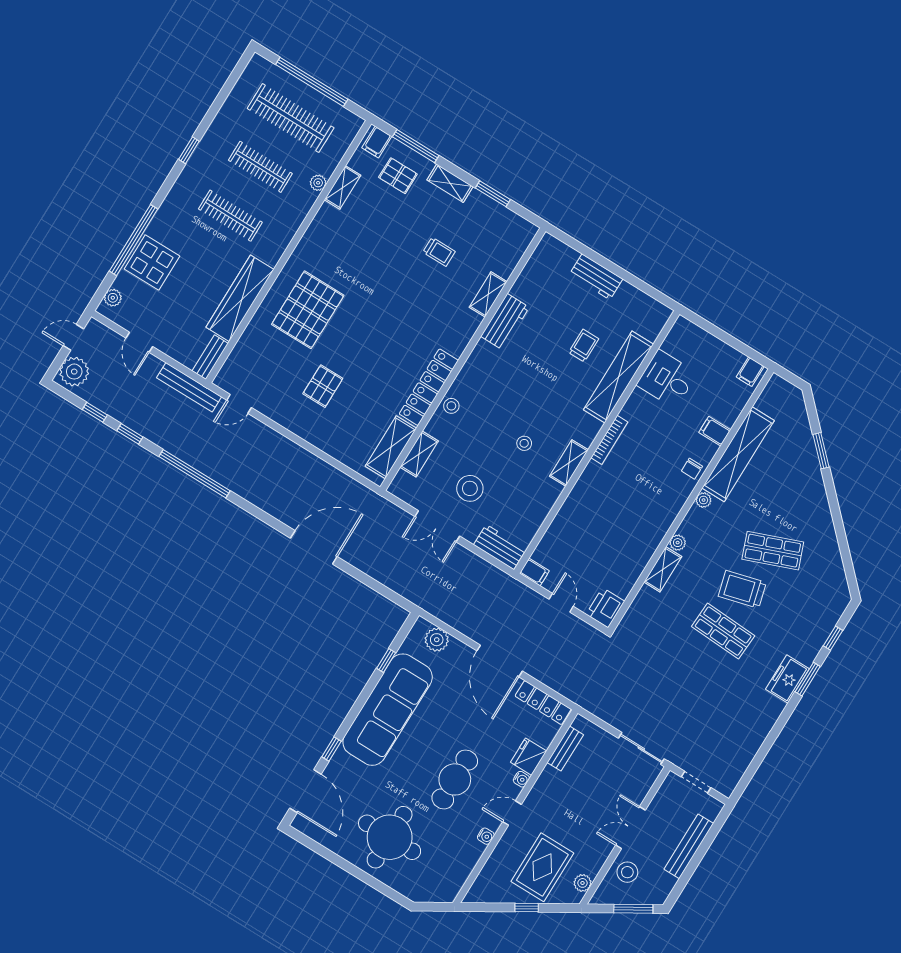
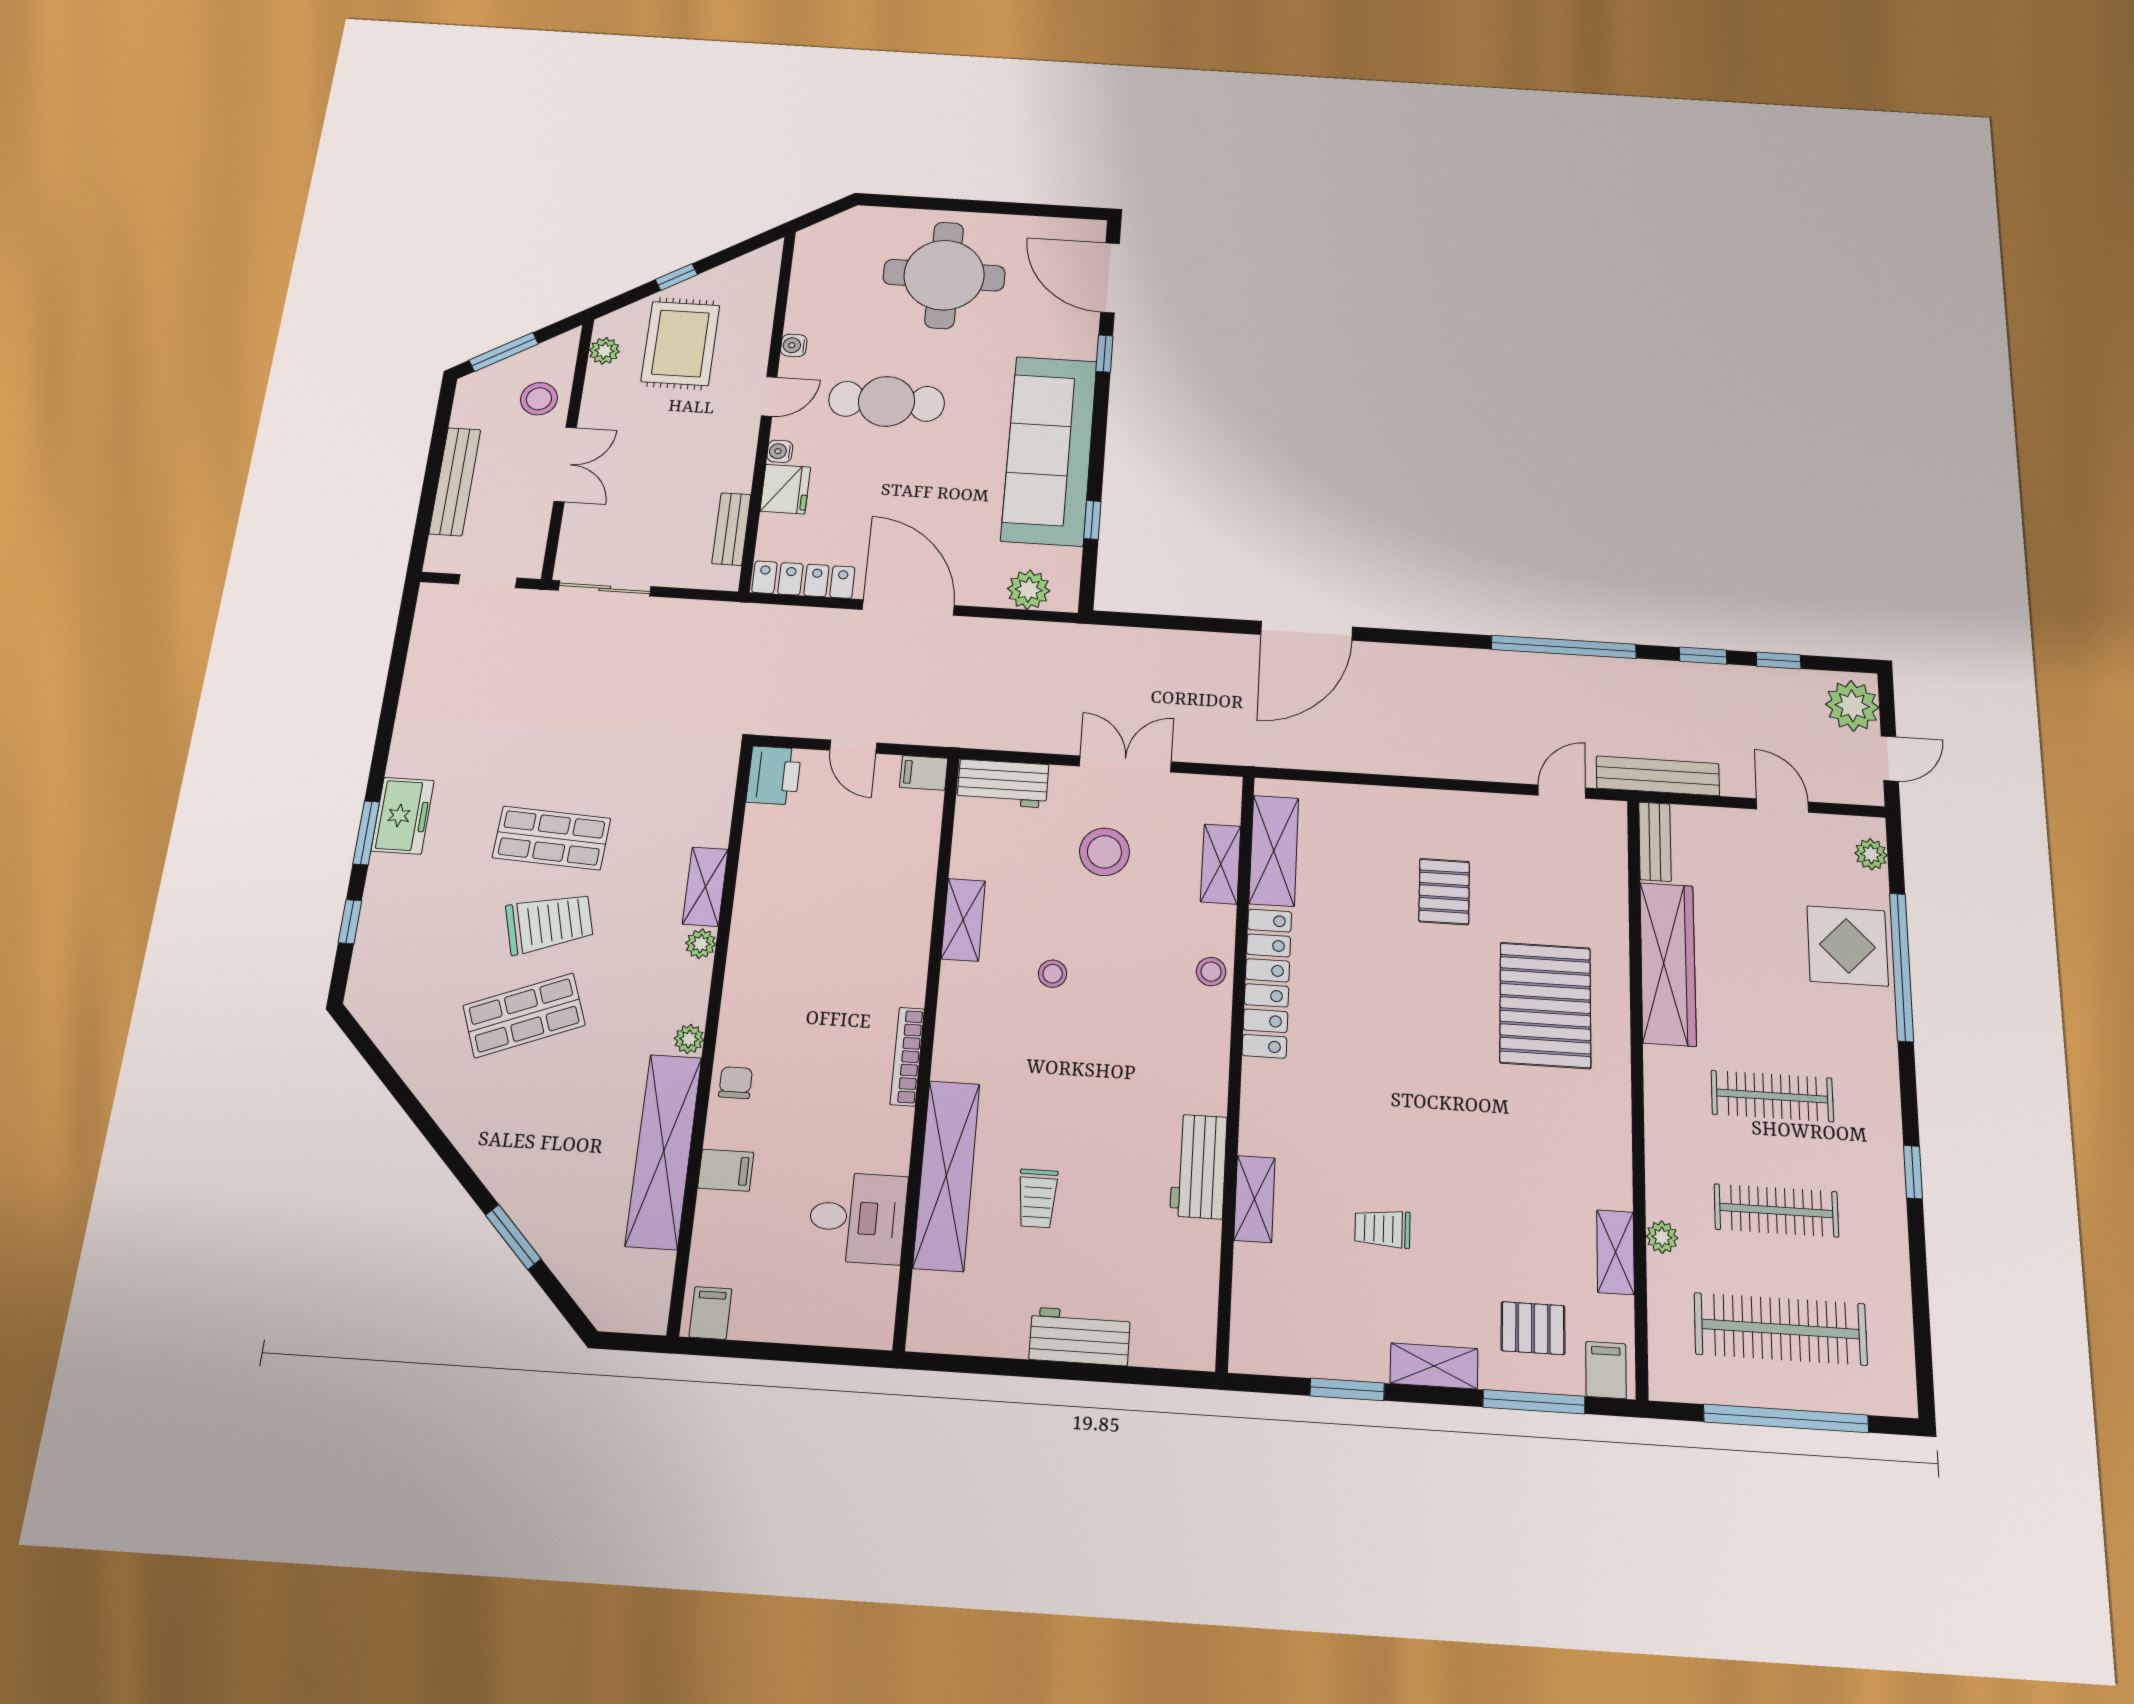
shelving: (569, 463) -> (963, 920), moved
cafe table: (455, 779) -> (887, 401), turned 90

